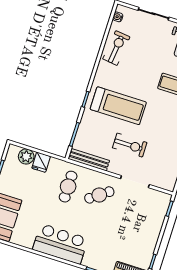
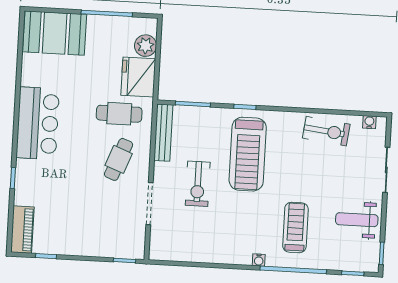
fridge: (41, 162) -> (138, 77), width x1.88, depth x1.34
cafe table: (99, 195) -> (119, 159), turned 57

